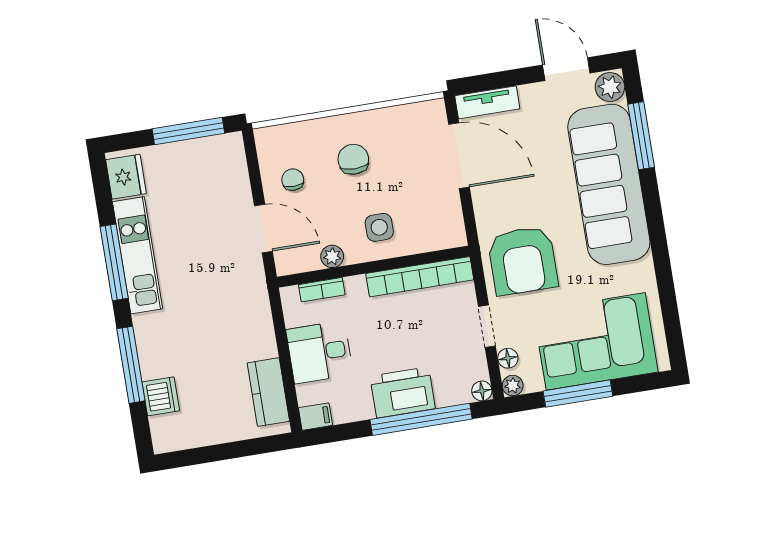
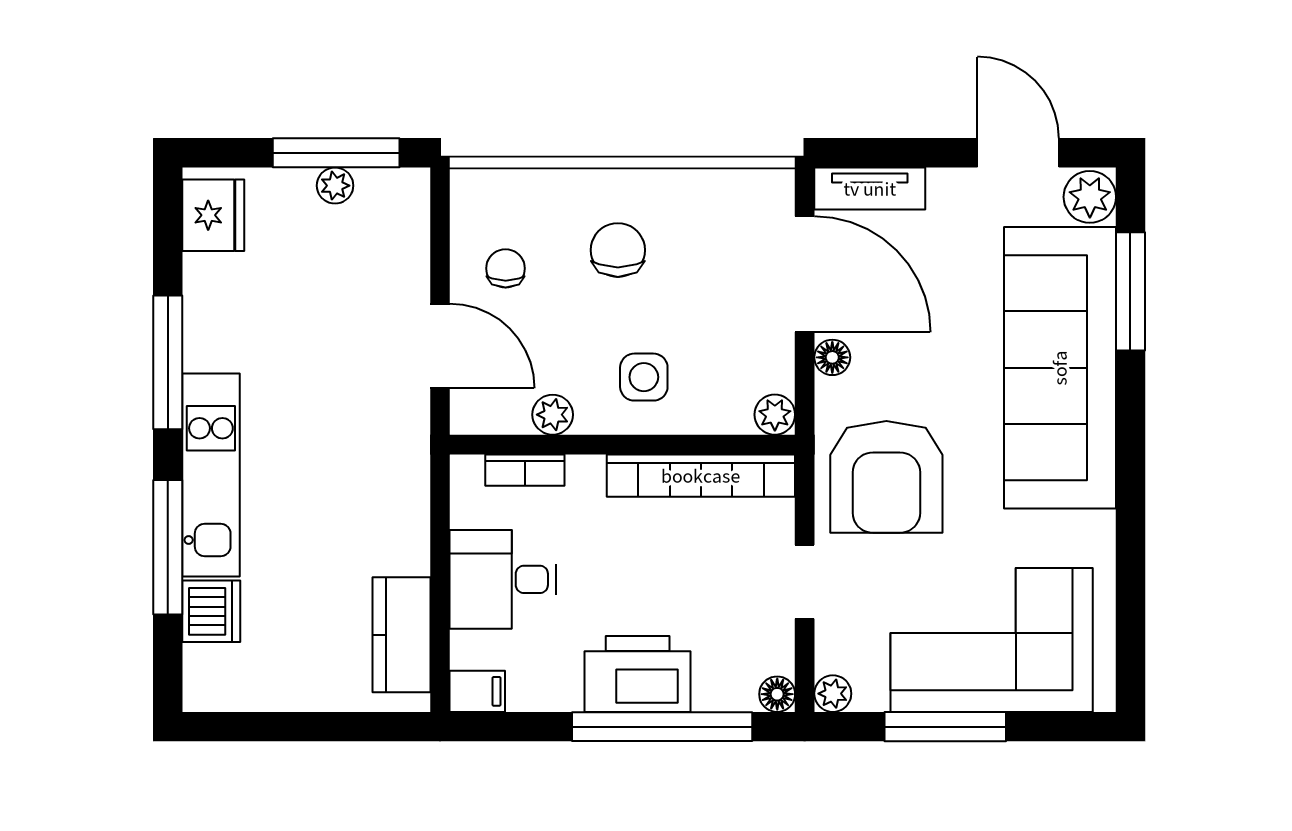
plant: (191, 149) -> (335, 186), added
plant: (455, 236) -> (775, 415), added
kitchen unit: (138, 255) -> (211, 475), moved
floor lamp: (508, 358) -> (832, 357), moved

